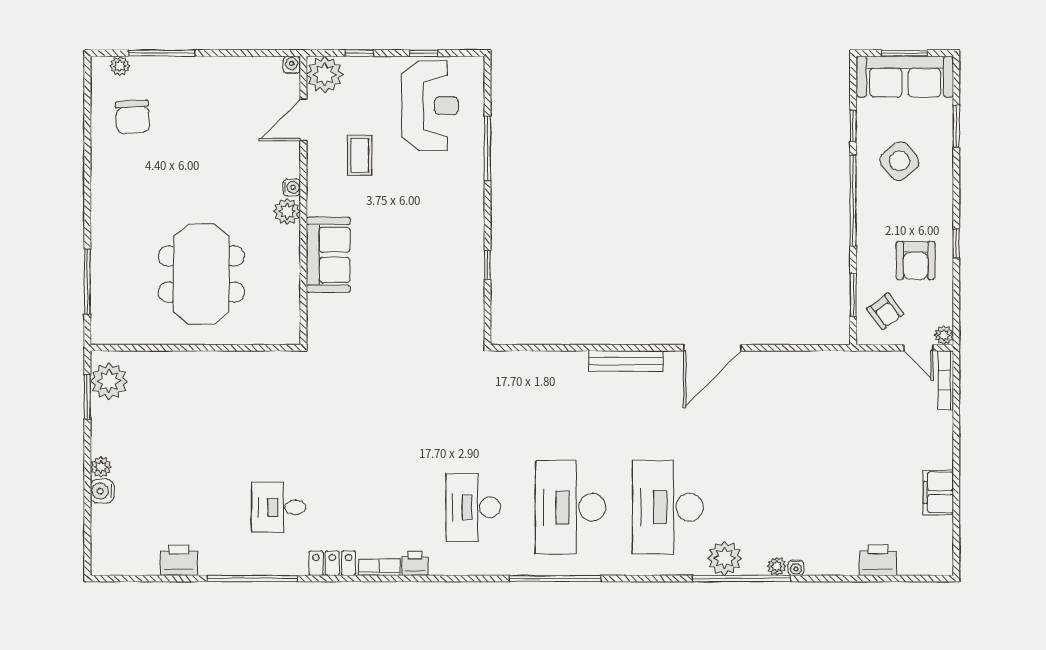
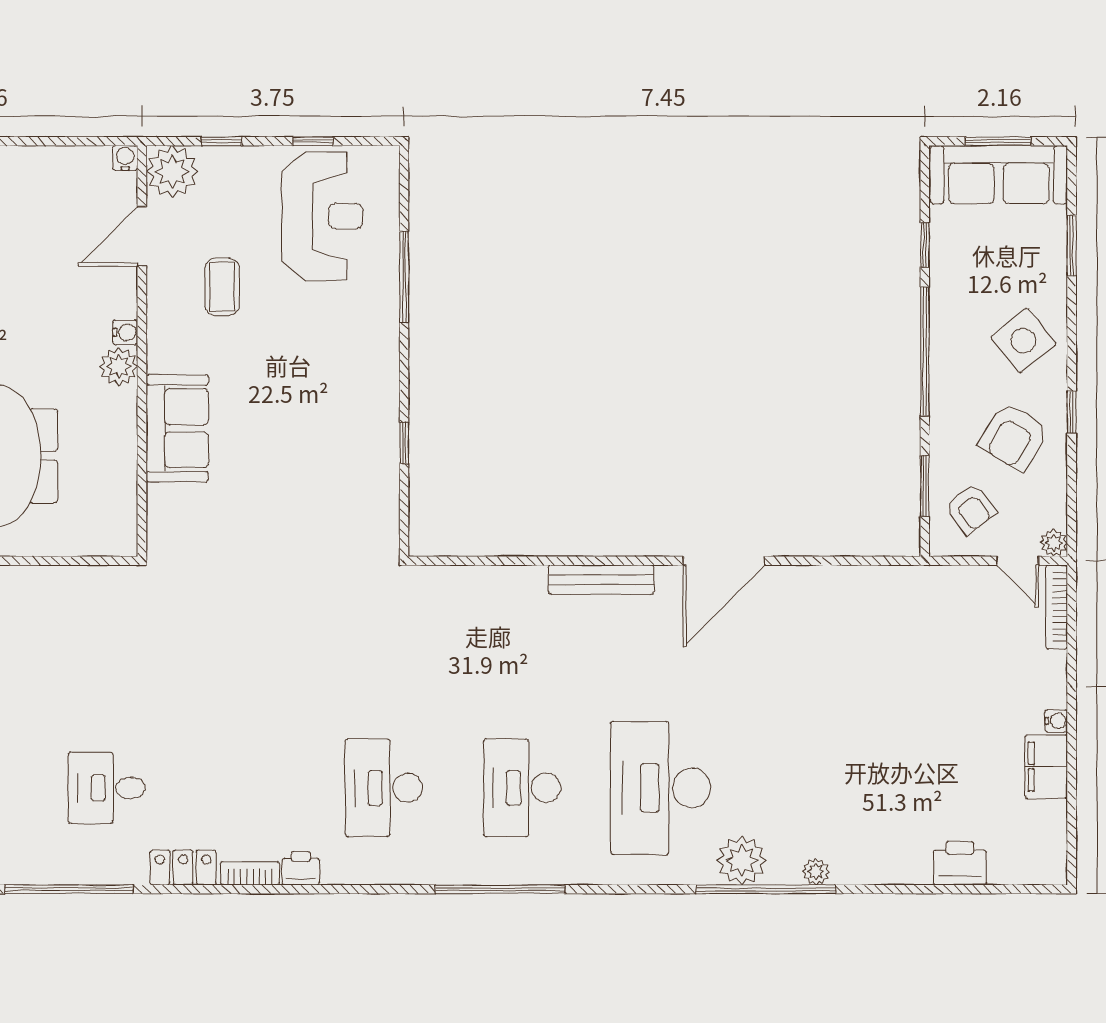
side table: (899, 161) -> (1023, 340), moved
armchair: (916, 260) -> (1014, 436), turned 31
desk: (570, 507) -> (522, 788), width x0.73, depth x0.77
water cooler: (796, 568) -> (1056, 721), moved, turned -90

